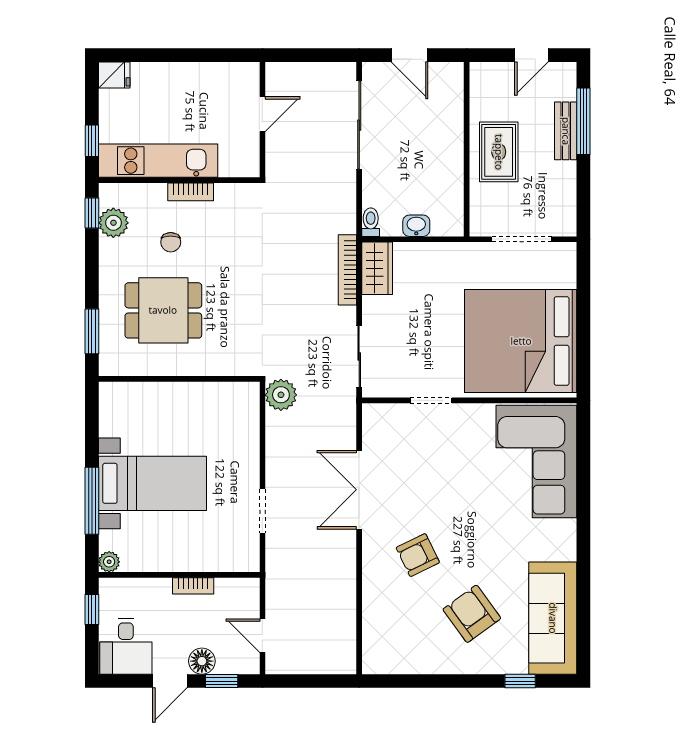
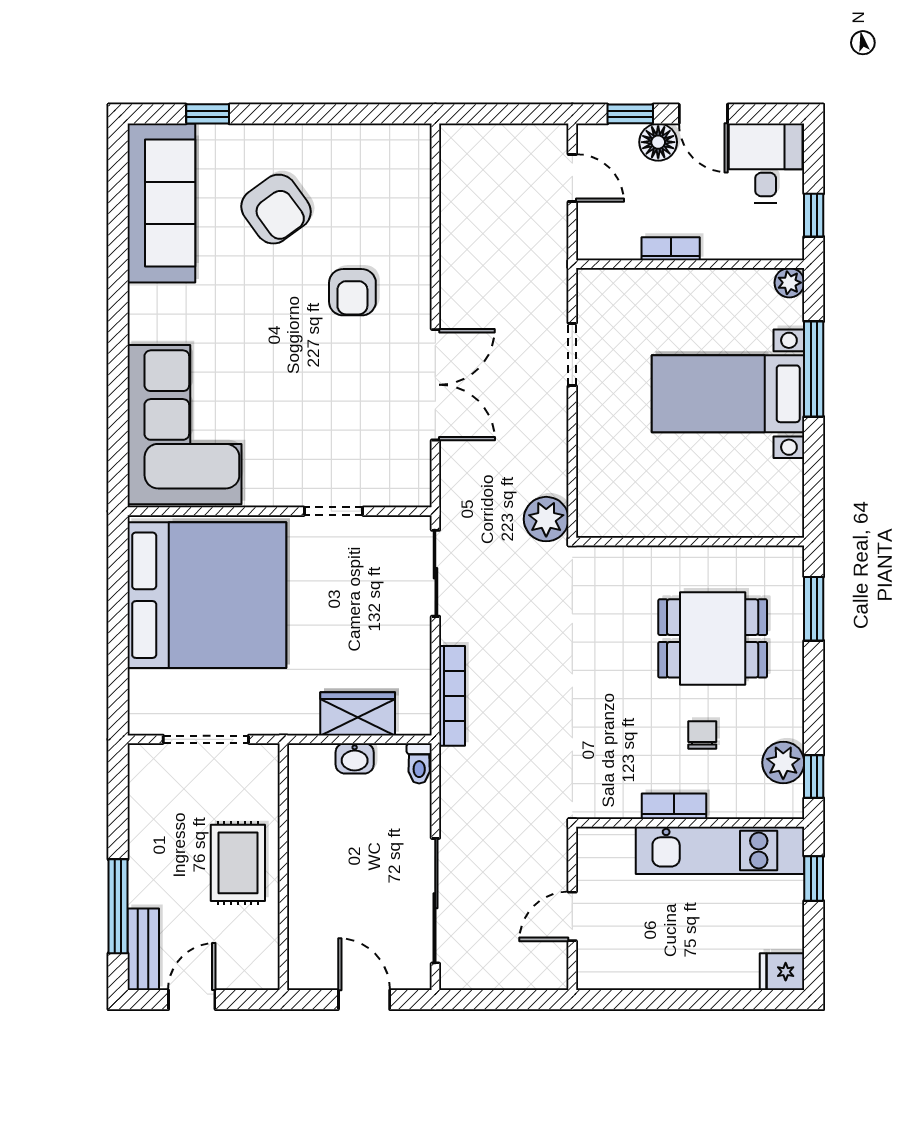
bench: (566, 131) -> (143, 949), moved
wardrobe: (377, 268) -> (358, 714), moved, turned 90
armchair: (418, 555) -> (352, 292), turned 116
door: (170, 681) -> (703, 114), swing flipped

